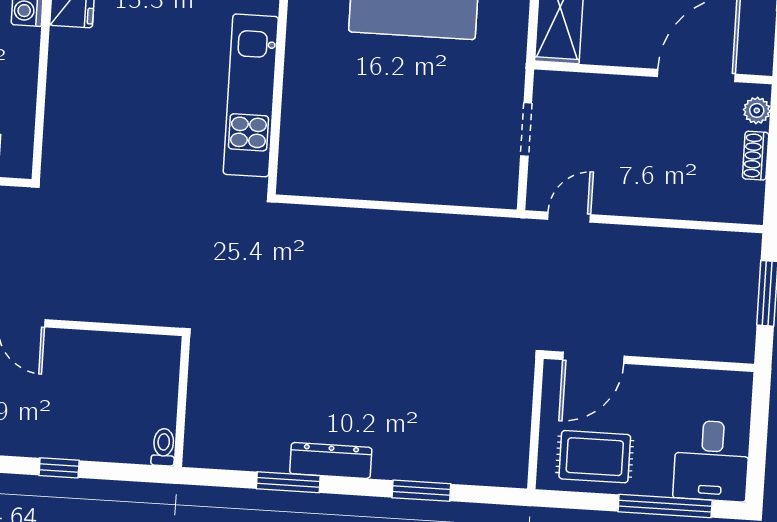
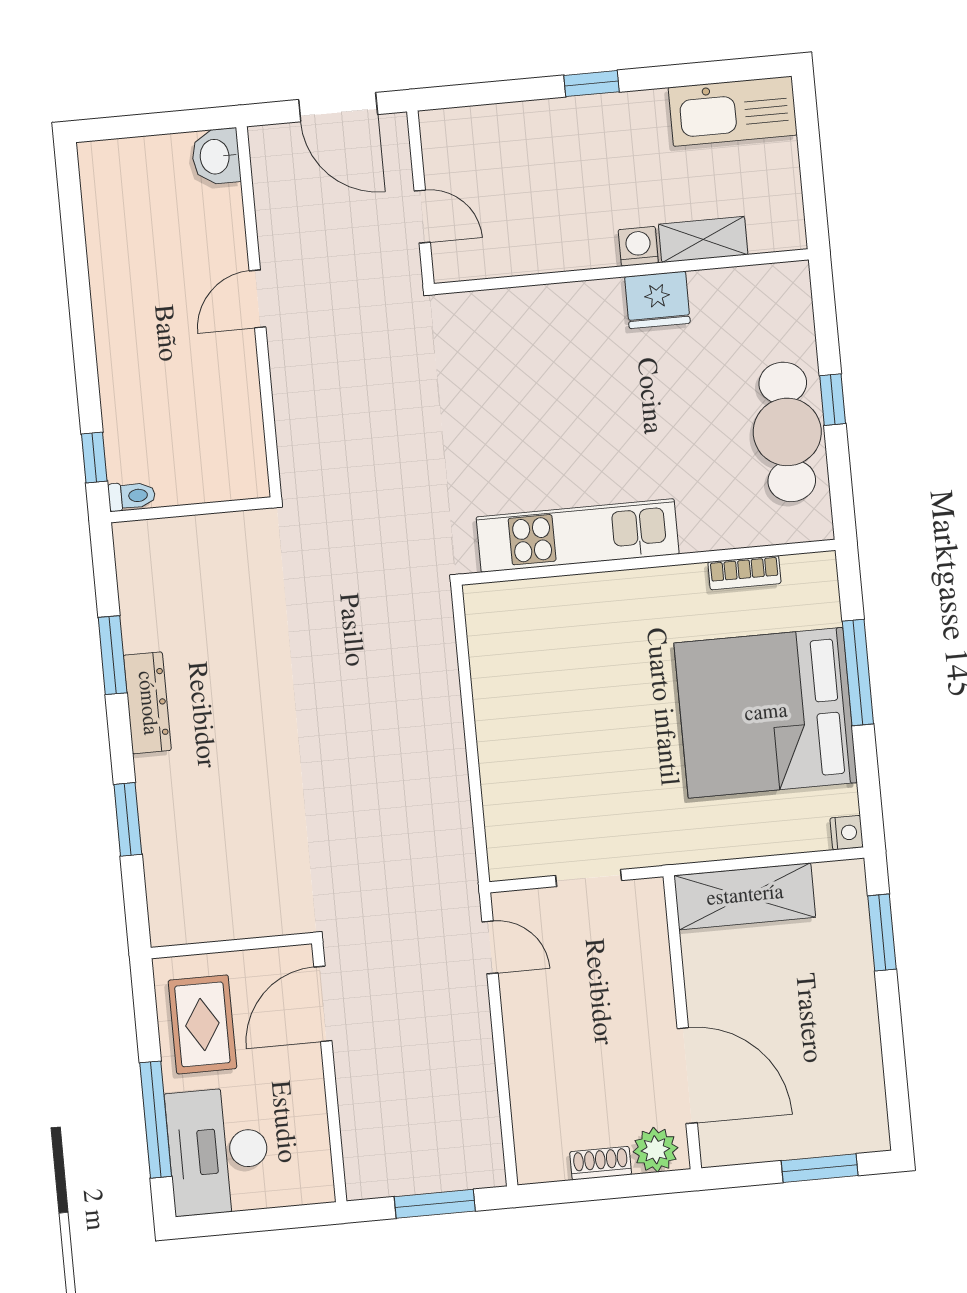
plant: (757, 110) -> (655, 1150), width x1.38, depth x1.38
door: (593, 358) -> (323, 1004), hinge flipped
desk: (712, 461) -> (218, 1151), width x1.37
window: (59, 468) -> (94, 458), moved

